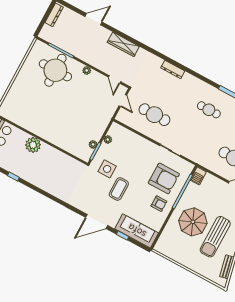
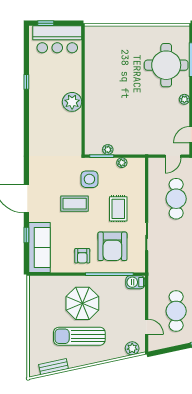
plant: (33, 145) -> (72, 102), moved
rug: (139, 160) -> (118, 209), added

